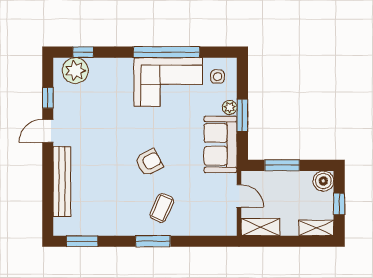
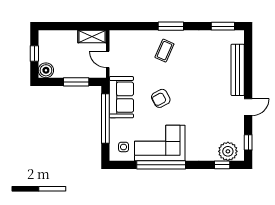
window: (48, 98) -> (248, 142), moved
plant: (230, 107) -> (115, 124), removed
window: (242, 115) -> (105, 119), width x2.11
armchair: (149, 162) -> (161, 98), moved
shelving: (316, 228) -> (51, 36), removed

